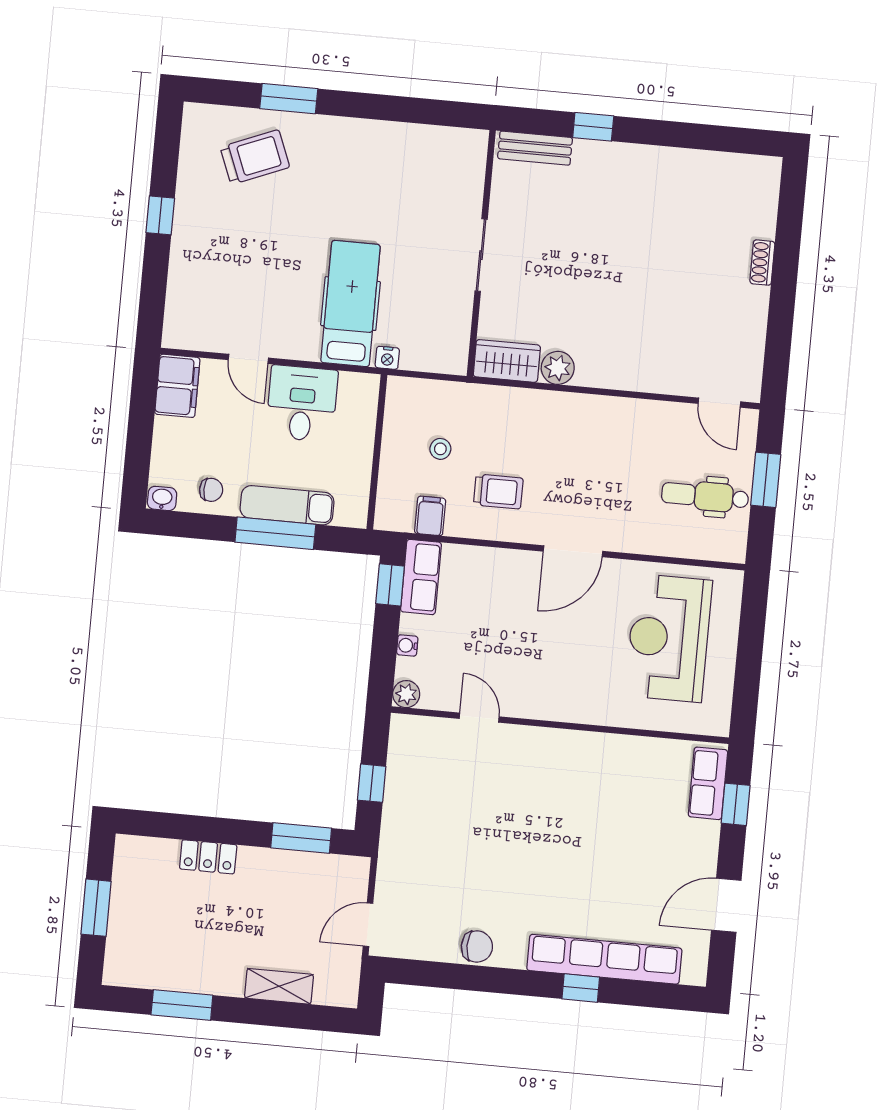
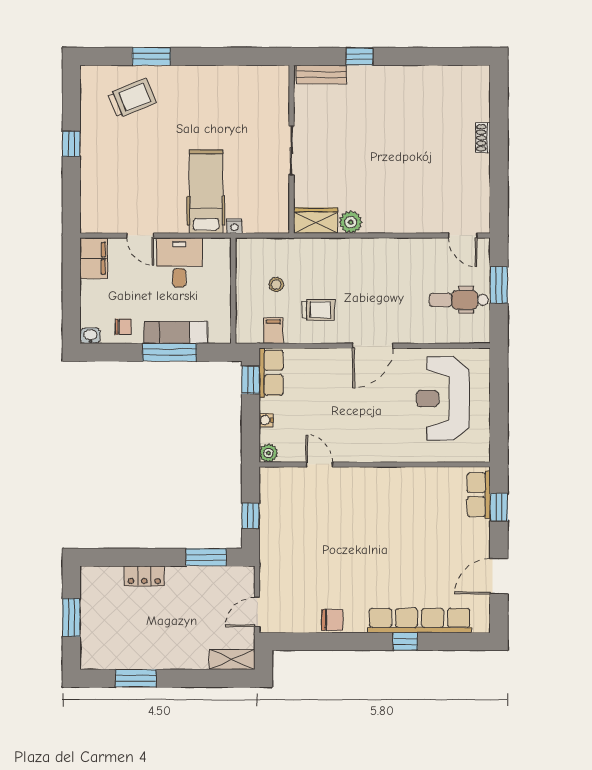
shelving: (279, 986) -> (232, 659), moved

